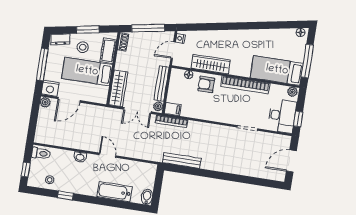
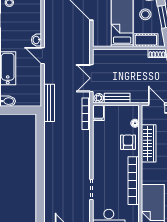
bench: (162, 84) -> (117, 98), width x0.73
wardrobe: (118, 88) -> (110, 56), removed
door: (107, 155) -> (43, 56), swing flipped
washbasin: (80, 157) -> (36, 40), moved
bench: (182, 160) -> (49, 103), moved

